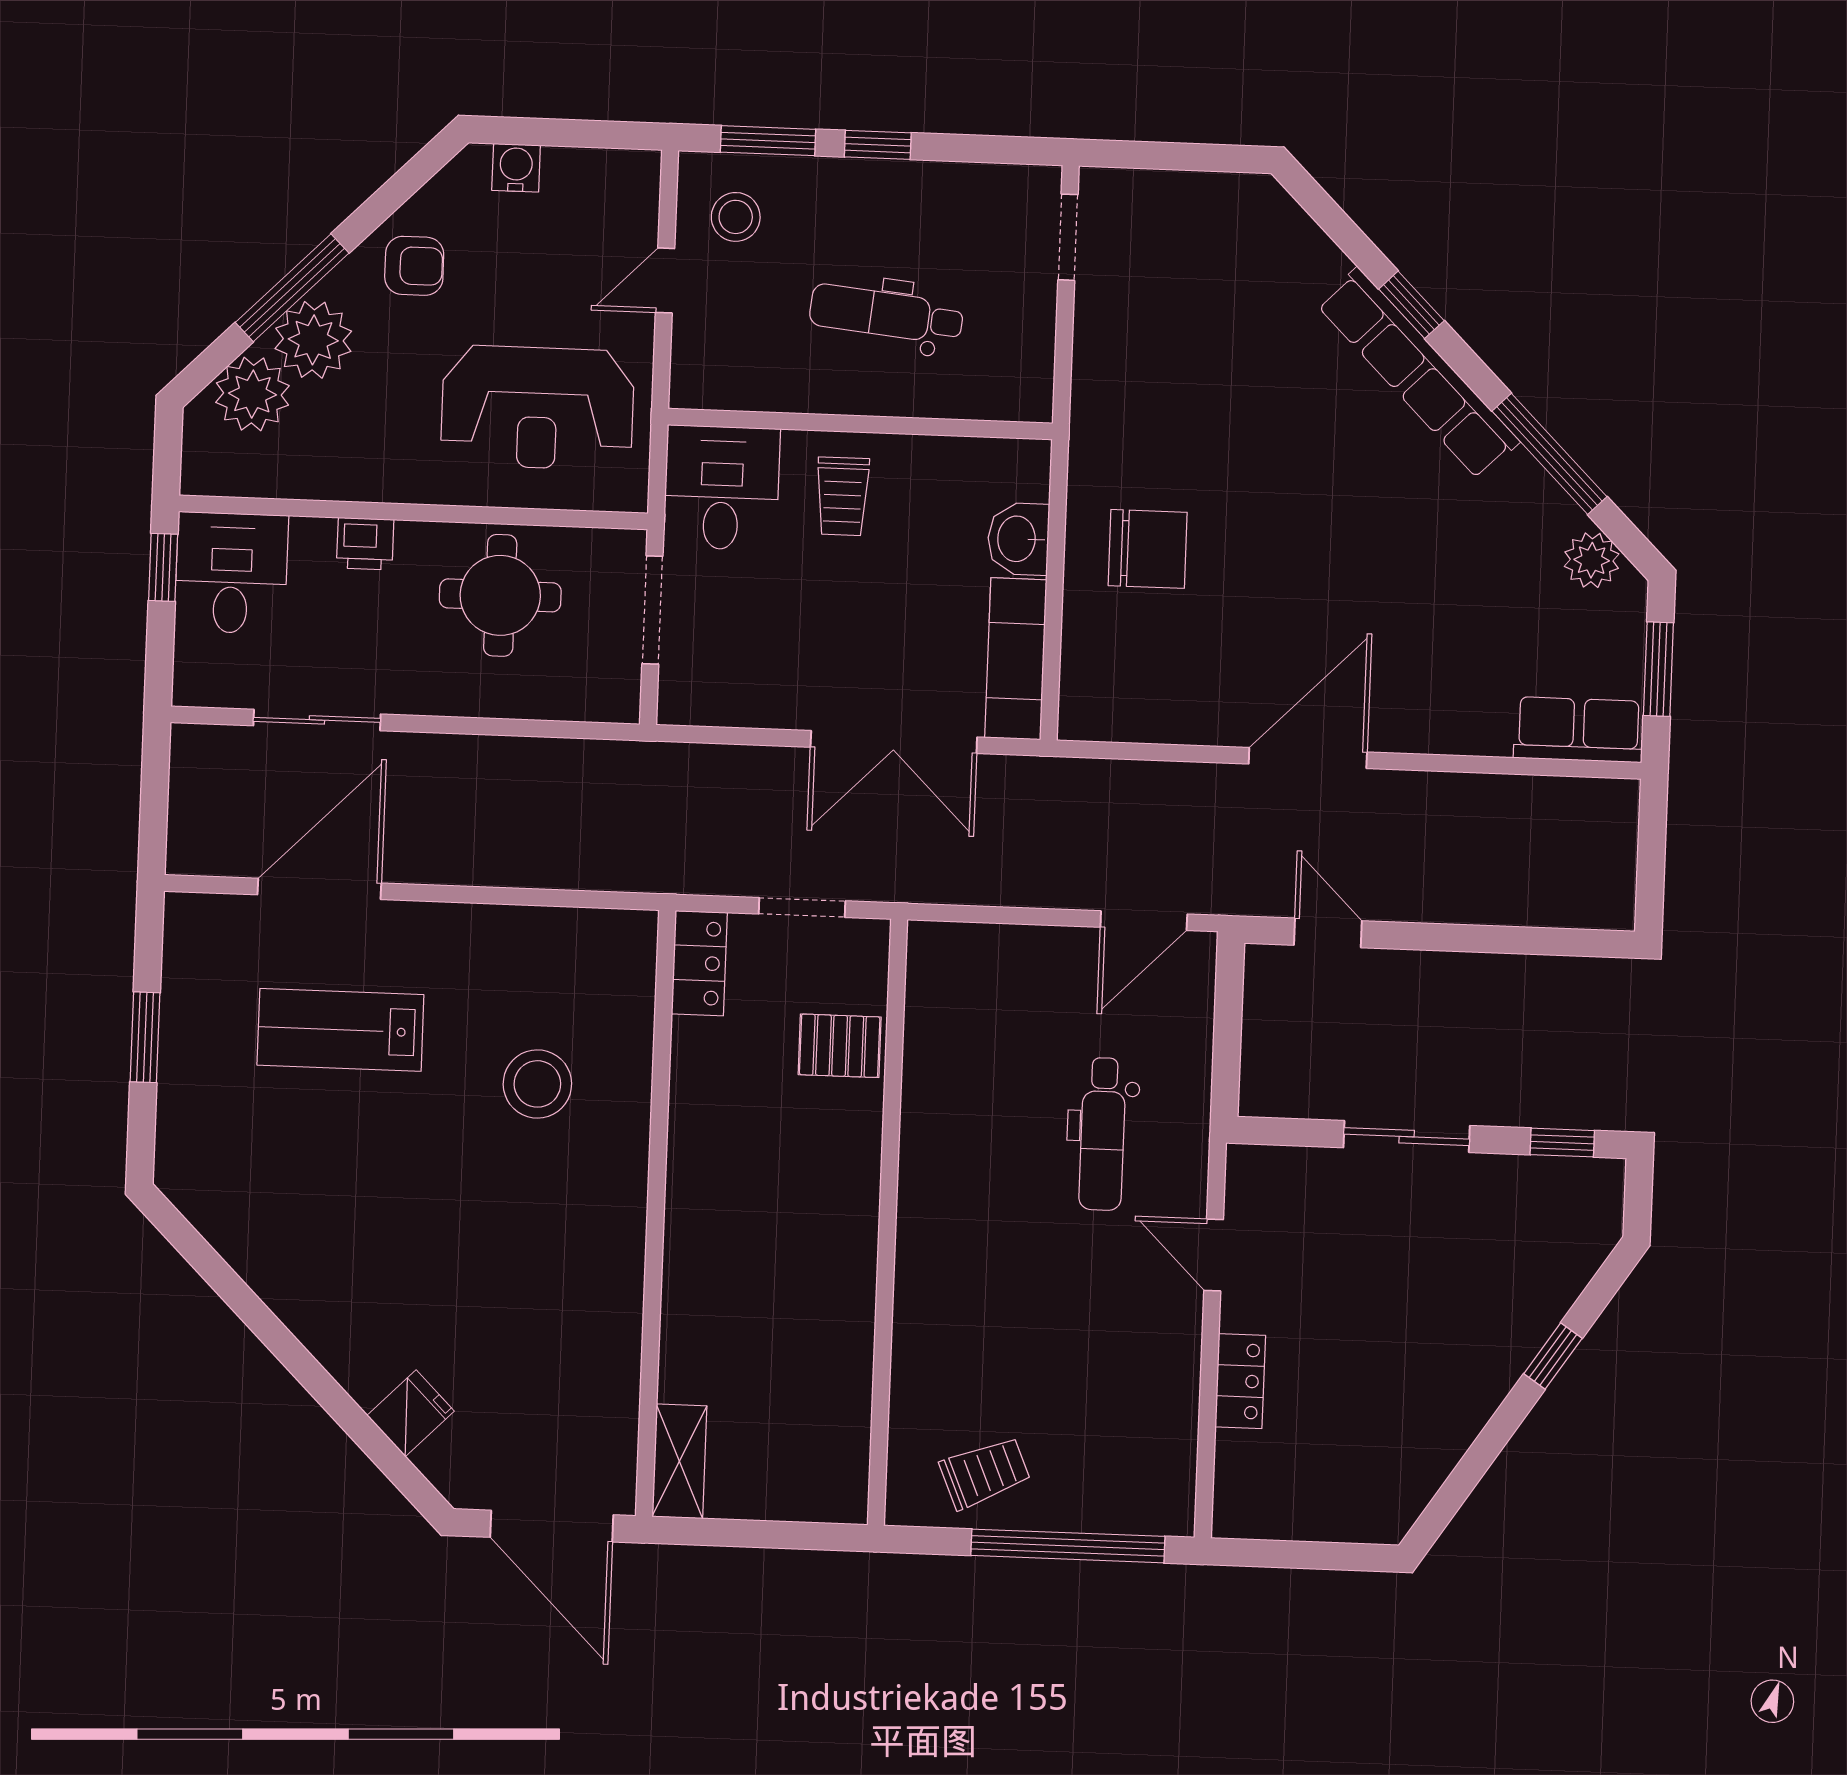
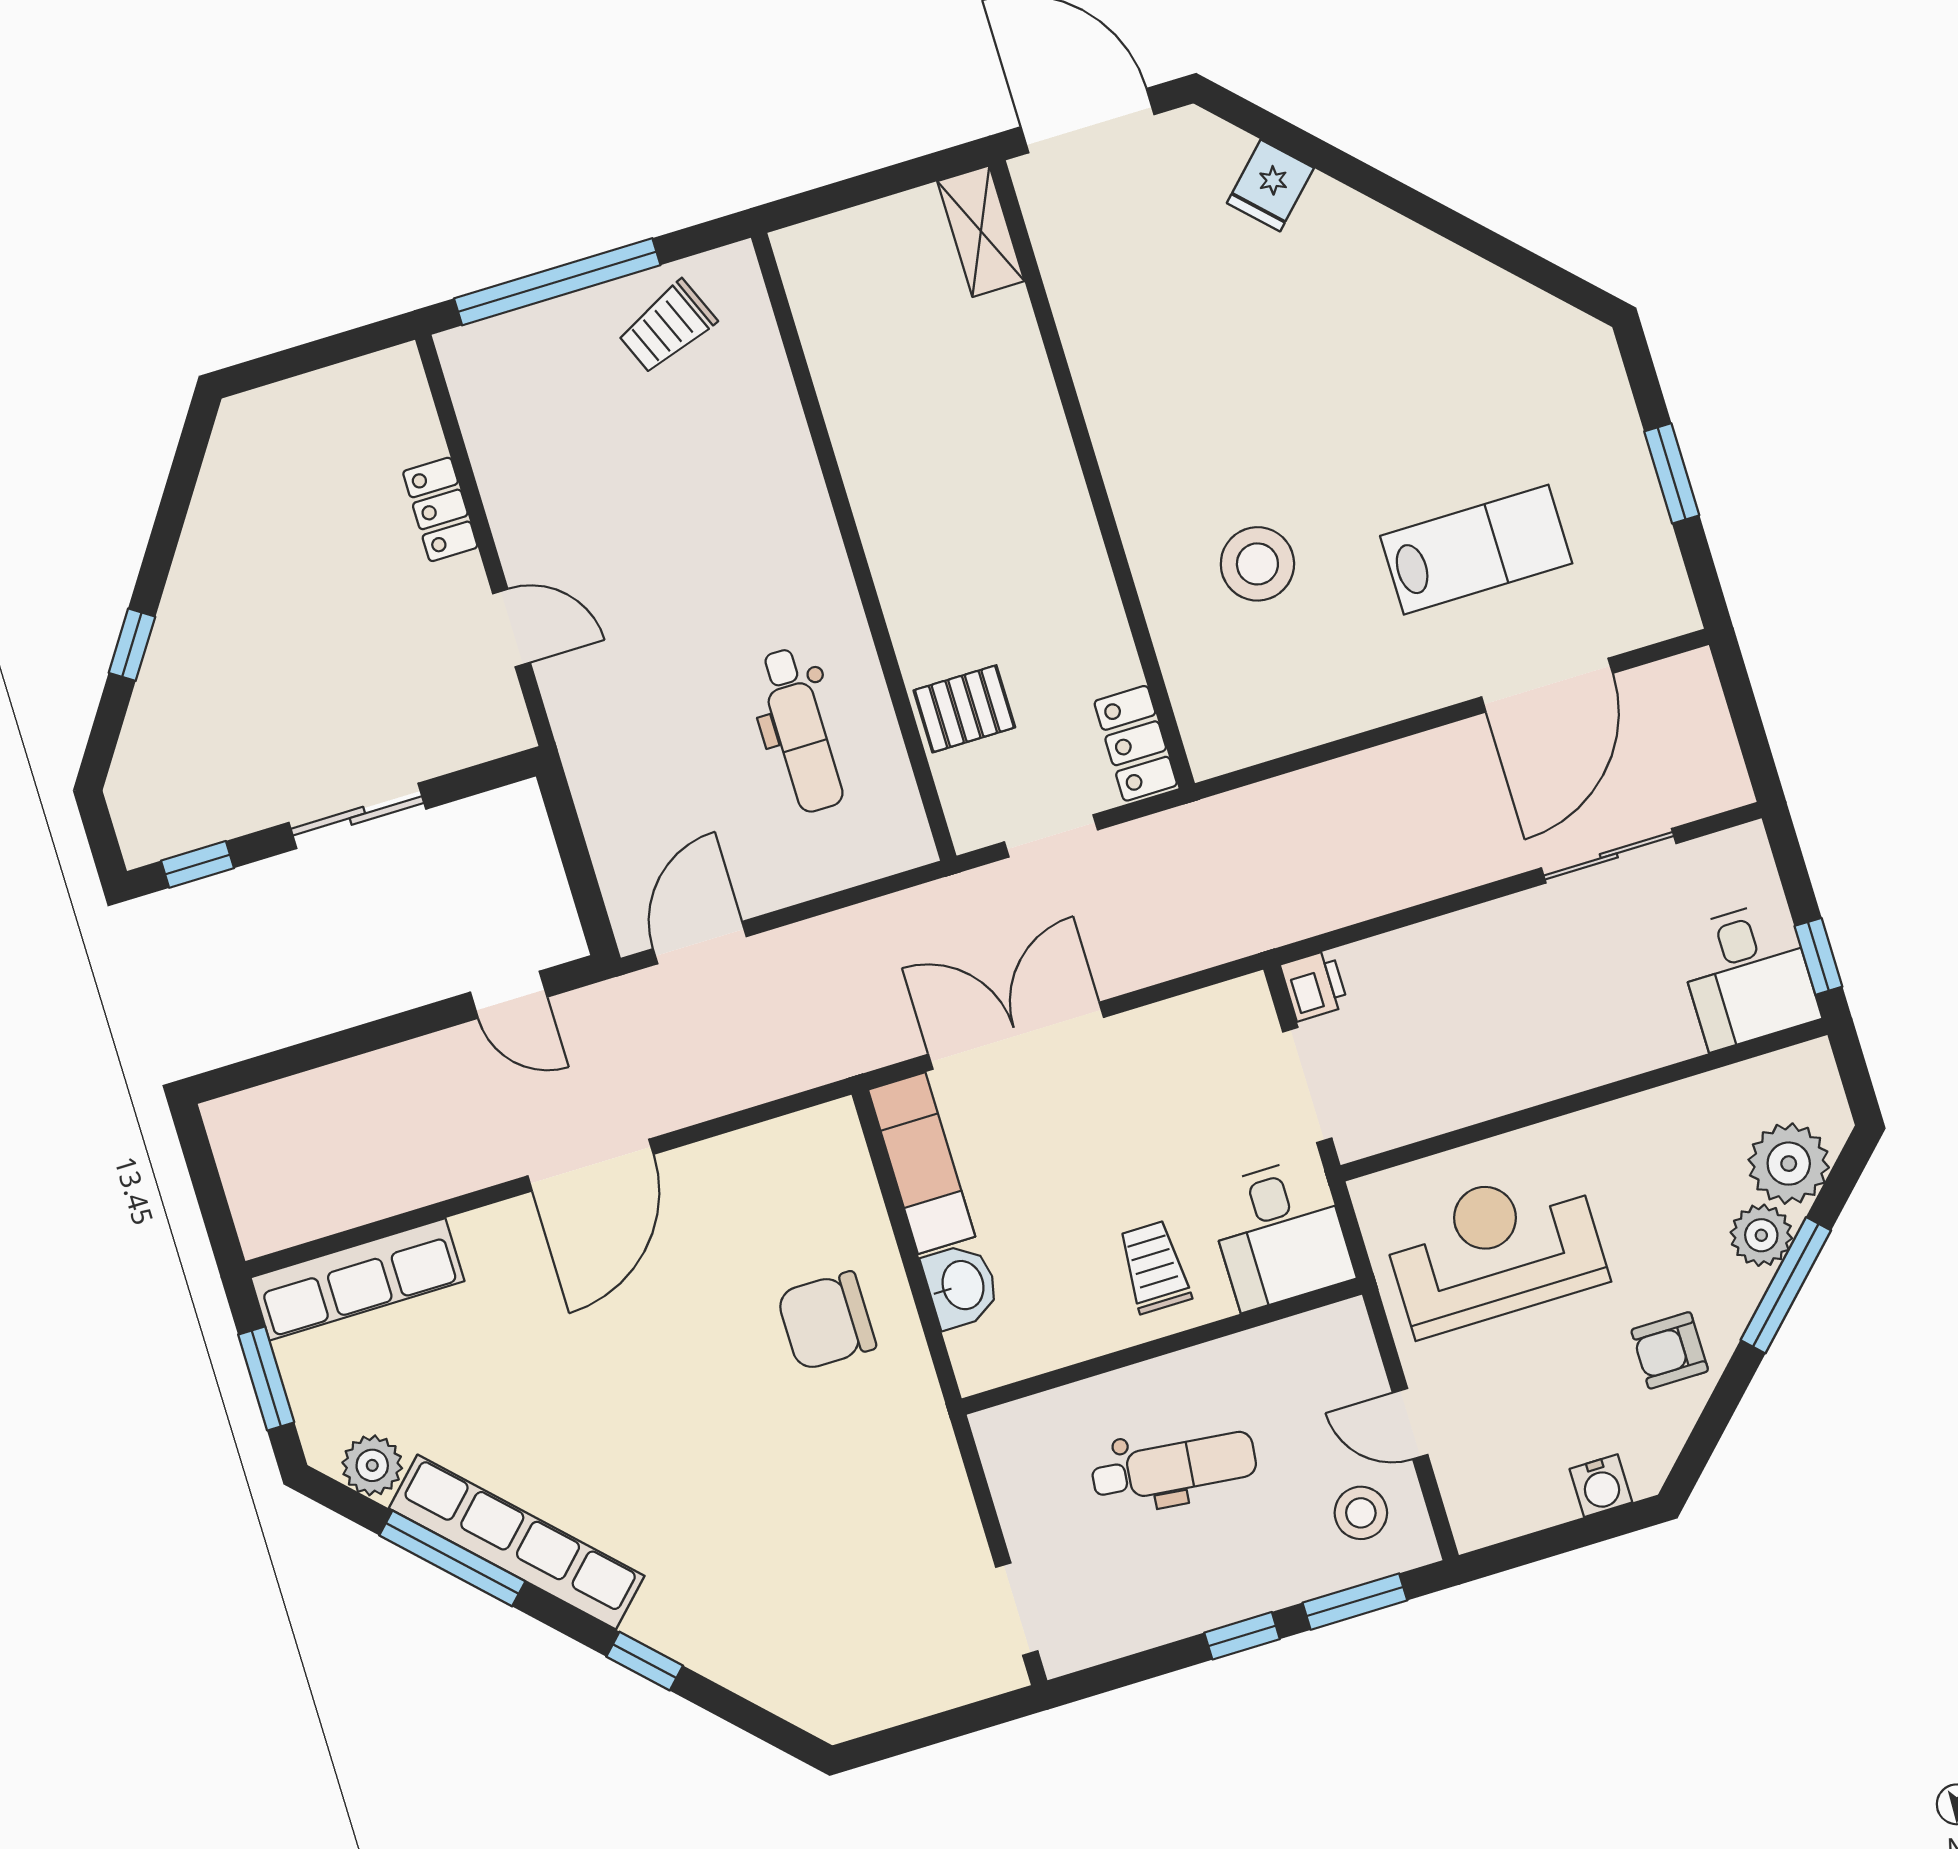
door: (665, 280) -> (1410, 1424), swing flipped
plant: (313, 340) -> (1761, 1235), width x0.73, depth x0.73
row of seats: (1418, 373) -> (517, 1542), moved
printer: (365, 544) -> (1314, 985), moved, turned 90
round table: (500, 595) -> (1467, 1046), removed
row of seats: (1579, 730) -> (357, 1279), width x1.48
dental chair: (1102, 1134) -> (800, 730), moved, turned 180

